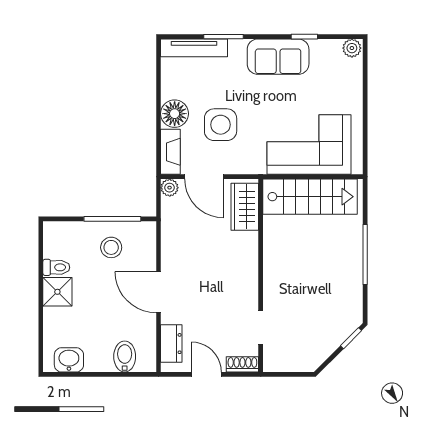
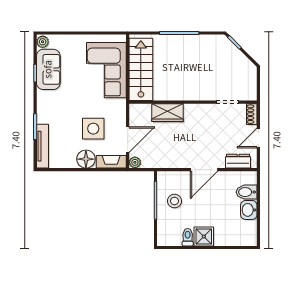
sofa: (278, 57) -> (48, 69), moved
wardrobe: (245, 207) -> (167, 113), moved
washbasin: (69, 360) -> (249, 210), moved

